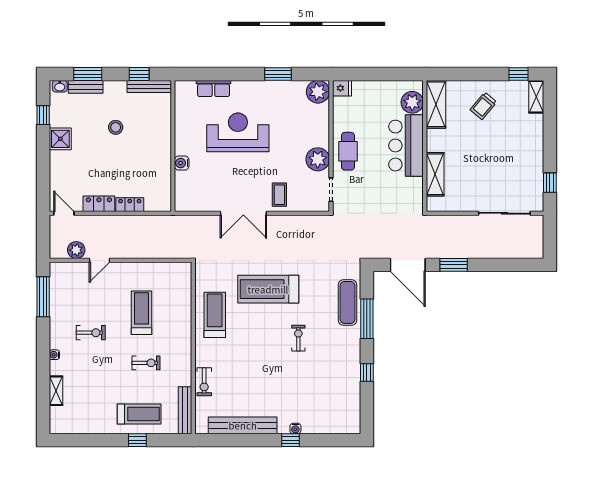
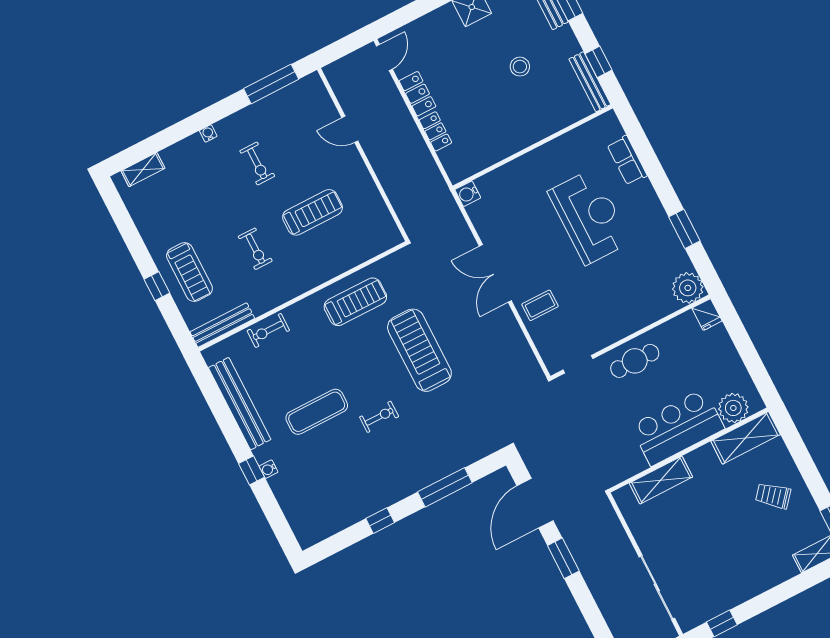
plant: (318, 159) -> (606, 329), removed
water cooler: (182, 163) -> (468, 194), moved, turned -90
plant: (76, 250) -> (348, 95), removed
exercise mat: (347, 302) -> (317, 412), moved
shelving: (56, 391) -> (143, 170), moved

